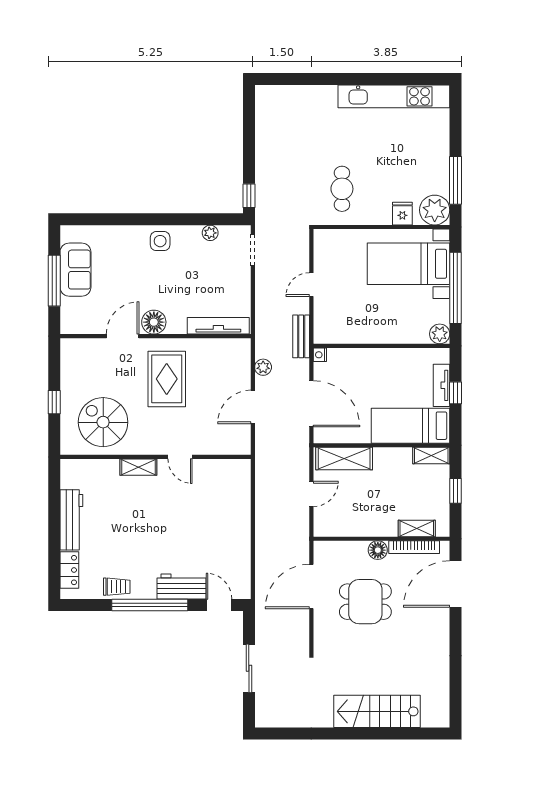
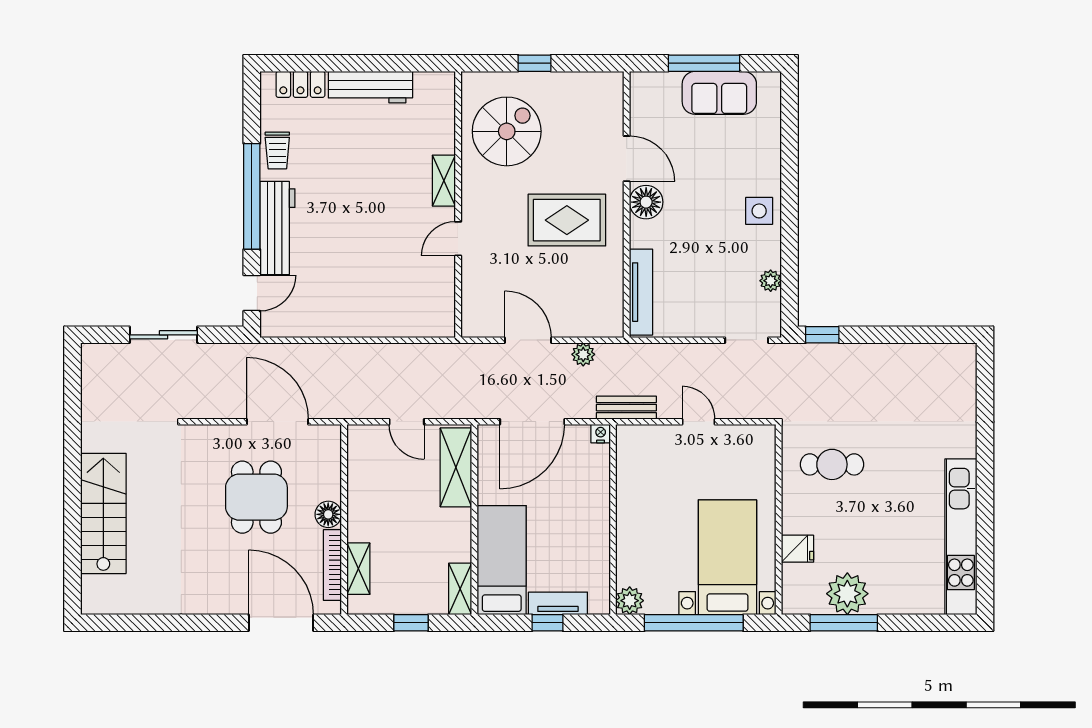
plant: (435, 210) -> (847, 594), moved
workbench: (182, 587) -> (277, 228), width x1.38

